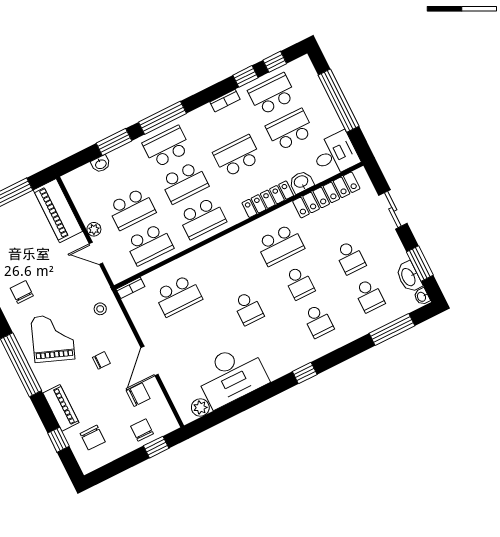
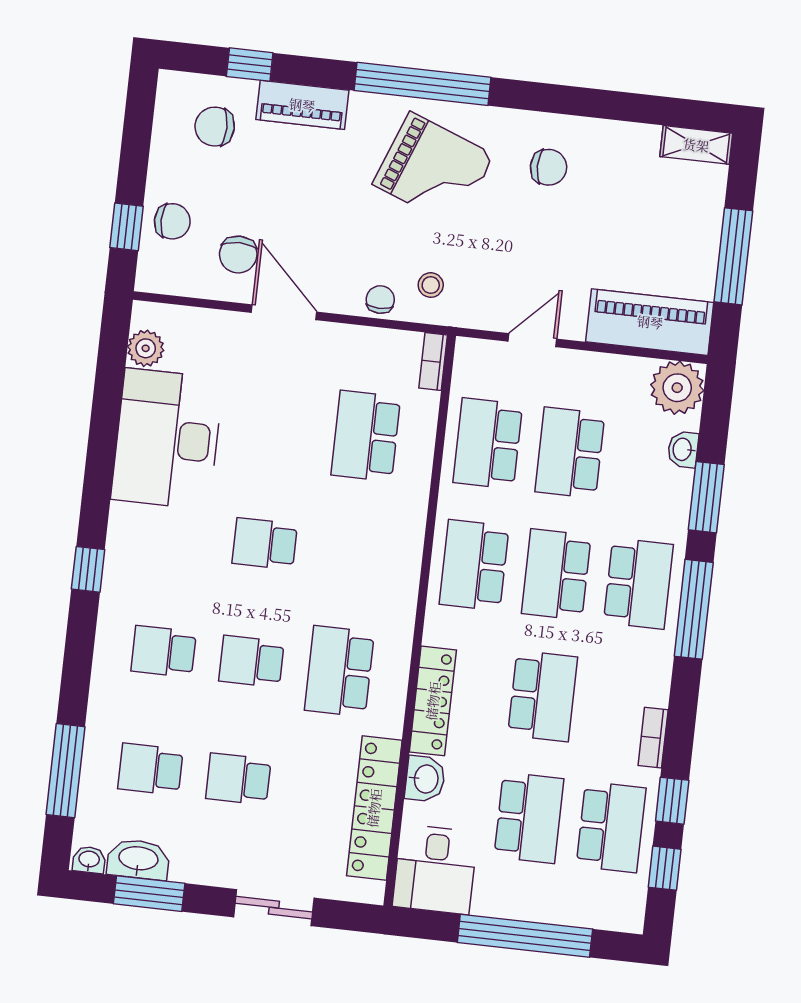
plant: (94, 229) -> (677, 388), moved, width x1.88, depth x1.88
chair: (101, 360) -> (380, 300), moved, turned 180

